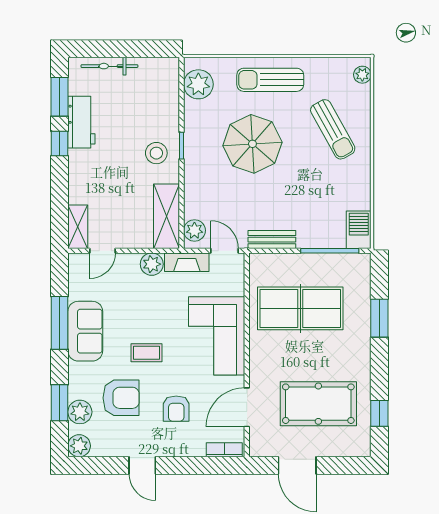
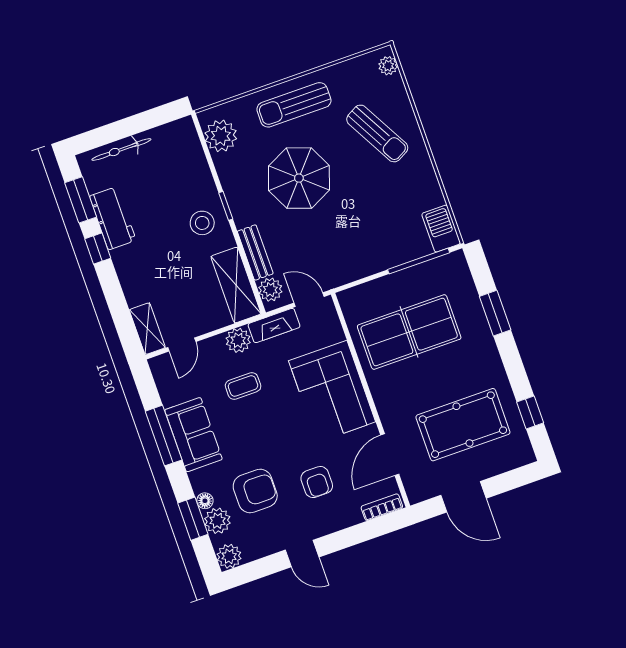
bench: (272, 240) -> (255, 253), moved, turned 90
coffee table: (147, 353) -> (243, 386), moved
floor lamp: (75, 391) -> (205, 501), added

